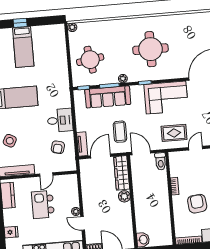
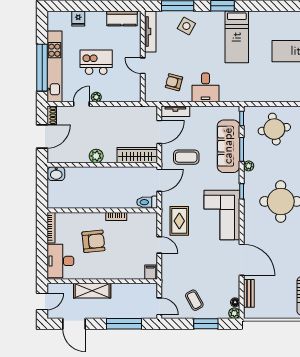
door: (101, 156) -> (159, 132), hinge flipped
plant: (124, 196) -> (96, 156), moved
kitchen island: (43, 205) -> (96, 62), moved

